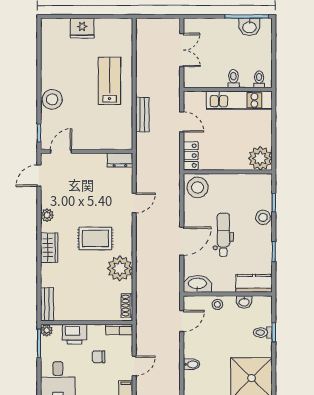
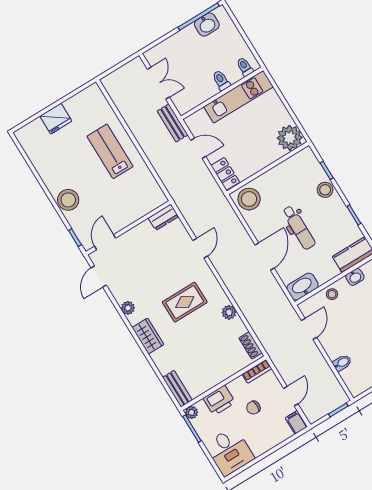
bench: (142, 115) -> (173, 123), moved
dental chair: (223, 235) -> (299, 228), turned 180
plant: (120, 268) -> (229, 312), width x0.53, depth x0.53

